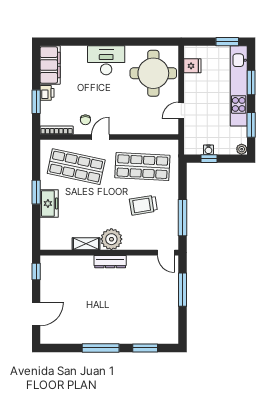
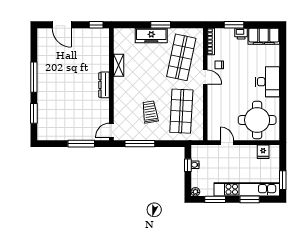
freezer: (49, 203) -> (151, 35), width x1.40
plant: (111, 239) -> (122, 86), removed

